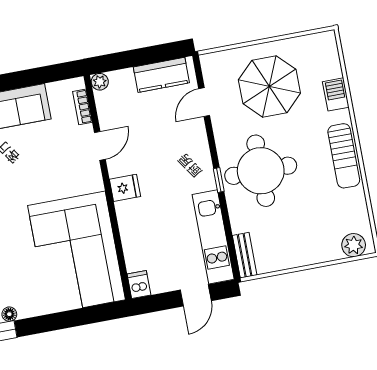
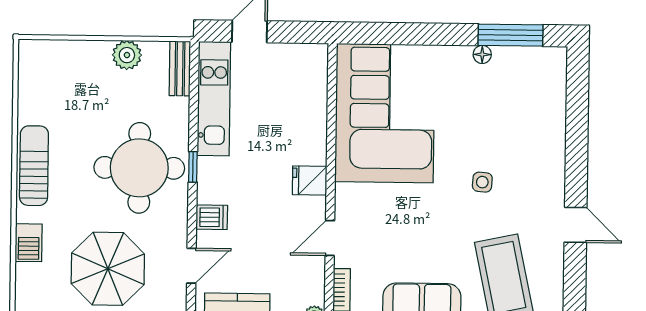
plant: (354, 245) -> (127, 55), moved
dishwasher: (139, 285) -> (212, 217), moved, turned -90

